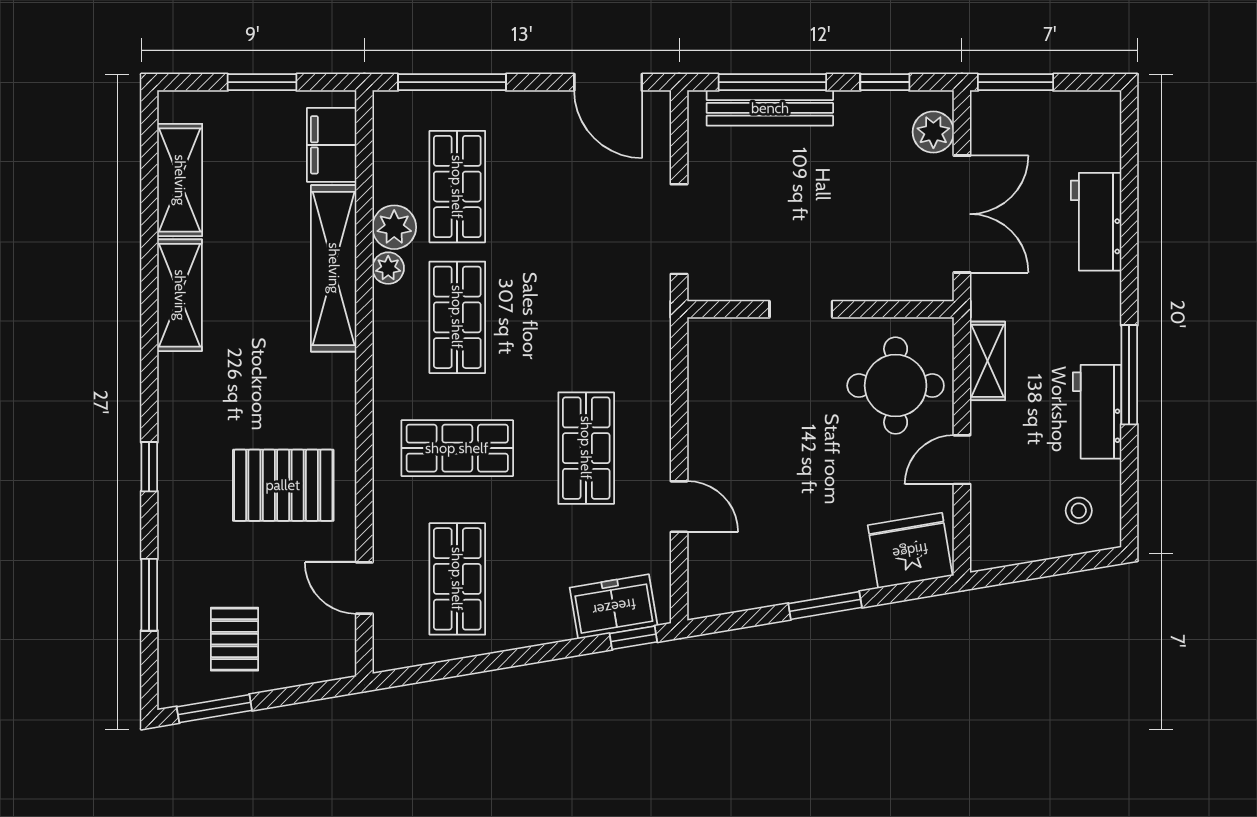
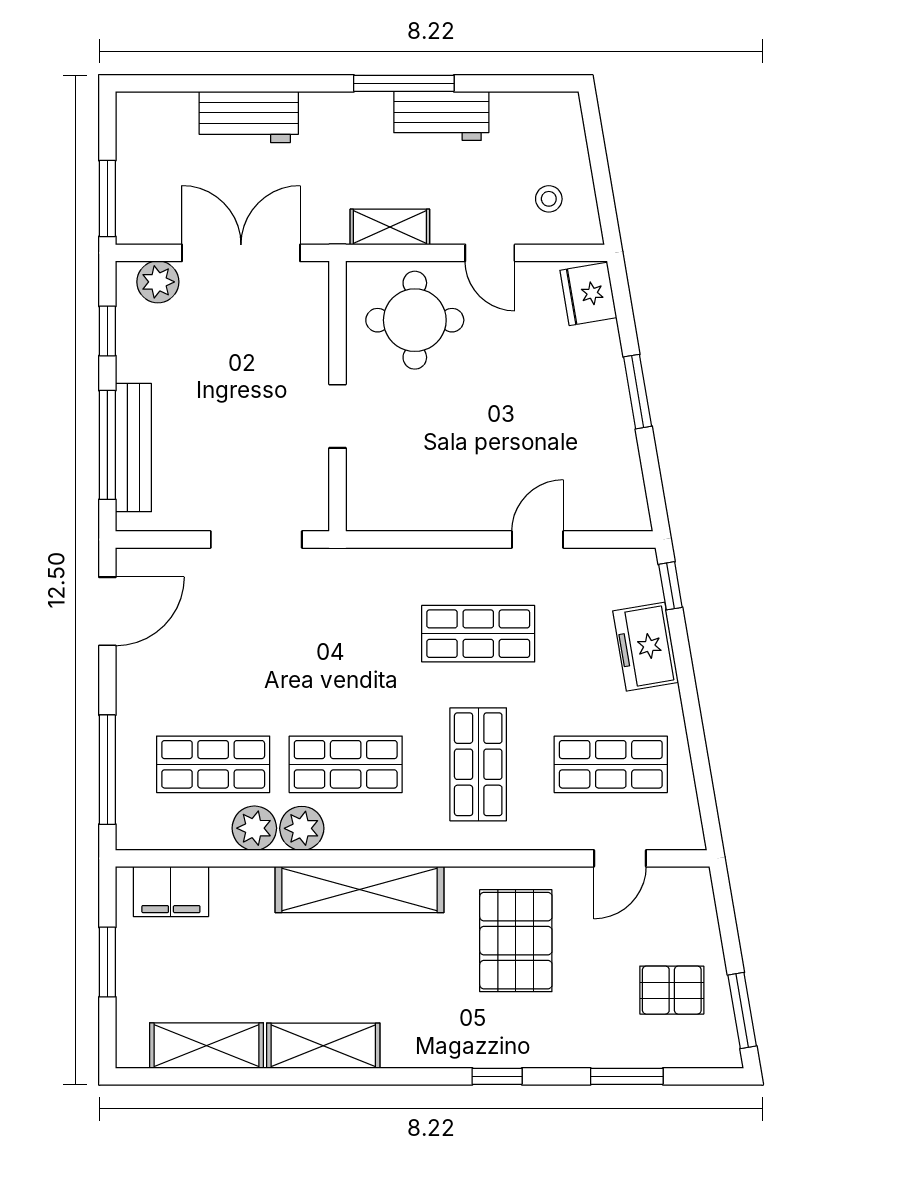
shelving: (334, 268) -> (360, 890), moved
plant: (388, 268) -> (302, 828), width x1.38, depth x1.38
stool: (1079, 511) -> (549, 199), moved
fridge: (910, 551) -> (588, 294), width x0.73, depth x0.75
freezer: (614, 607) -> (646, 647), moved

